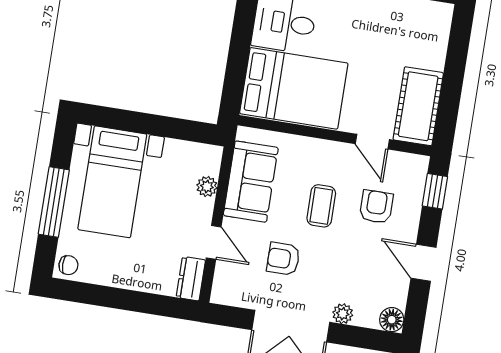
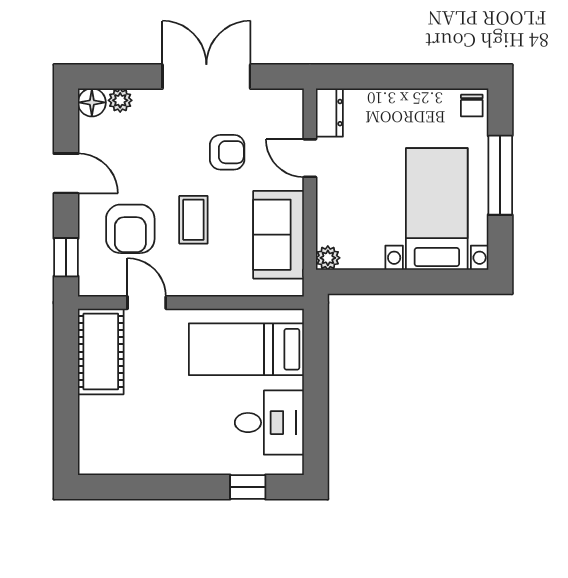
bed: (294, 88) -> (246, 349), width x0.67
plant: (207, 186) -> (328, 258), moved
armchair: (376, 207) -> (130, 229), width x1.38, depth x1.38
chair: (68, 265) -> (472, 106), turned -90
plant: (343, 314) -> (120, 100), moved

